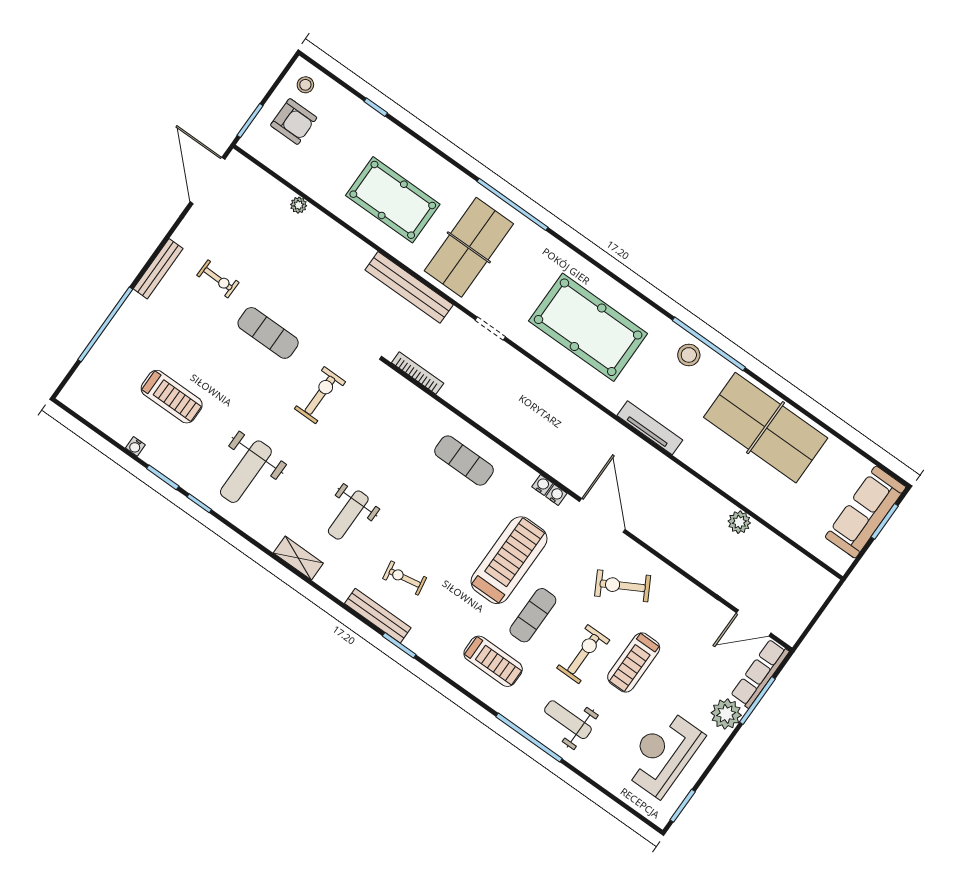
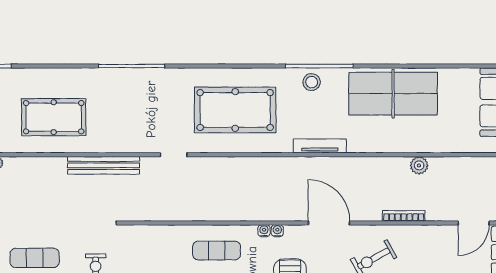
table tennis table: (469, 247) -> (123, 113), removed
bookcase: (418, 373) -> (404, 216), moved
water cooler: (556, 495) -> (264, 231), moved

